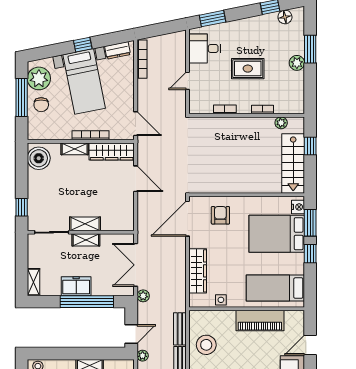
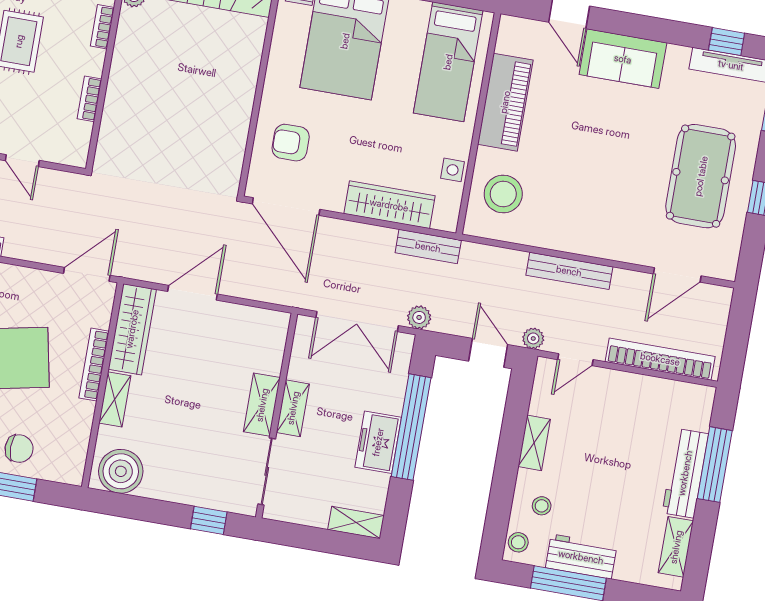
bench: (180, 329) -> (428, 247), moved
stool: (206, 345) -> (503, 194), moved

